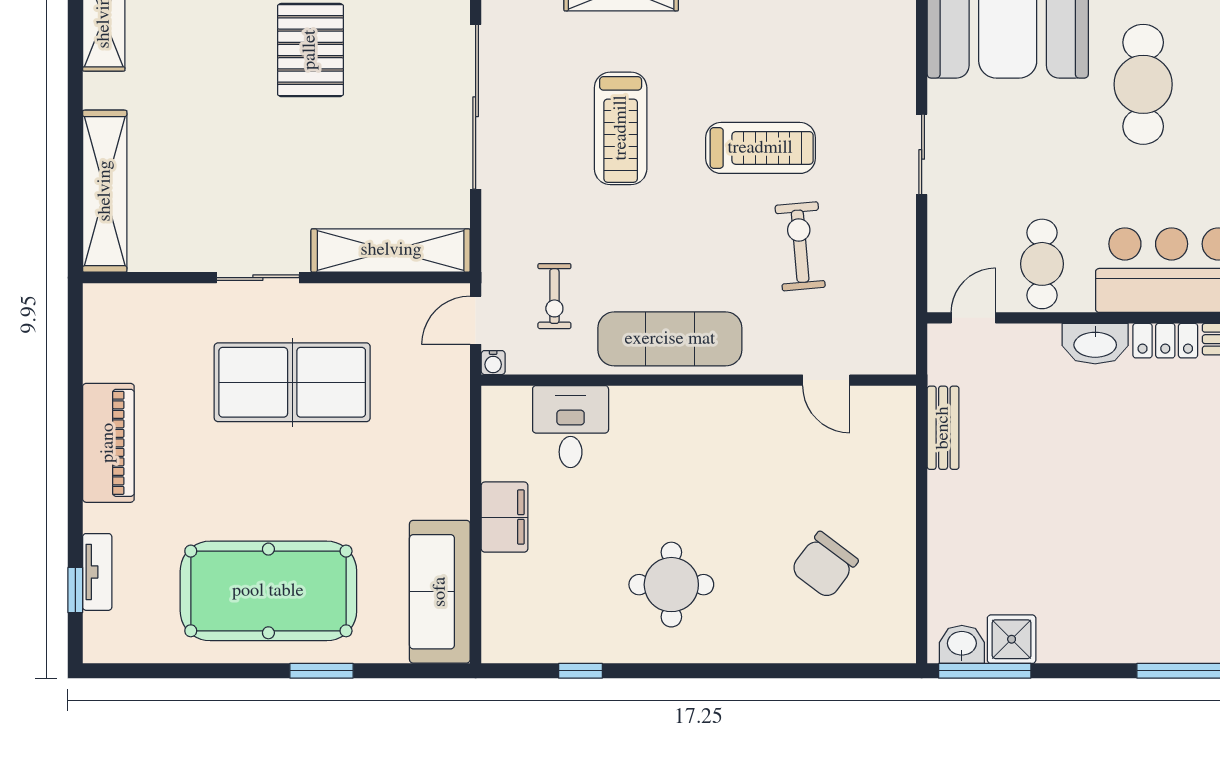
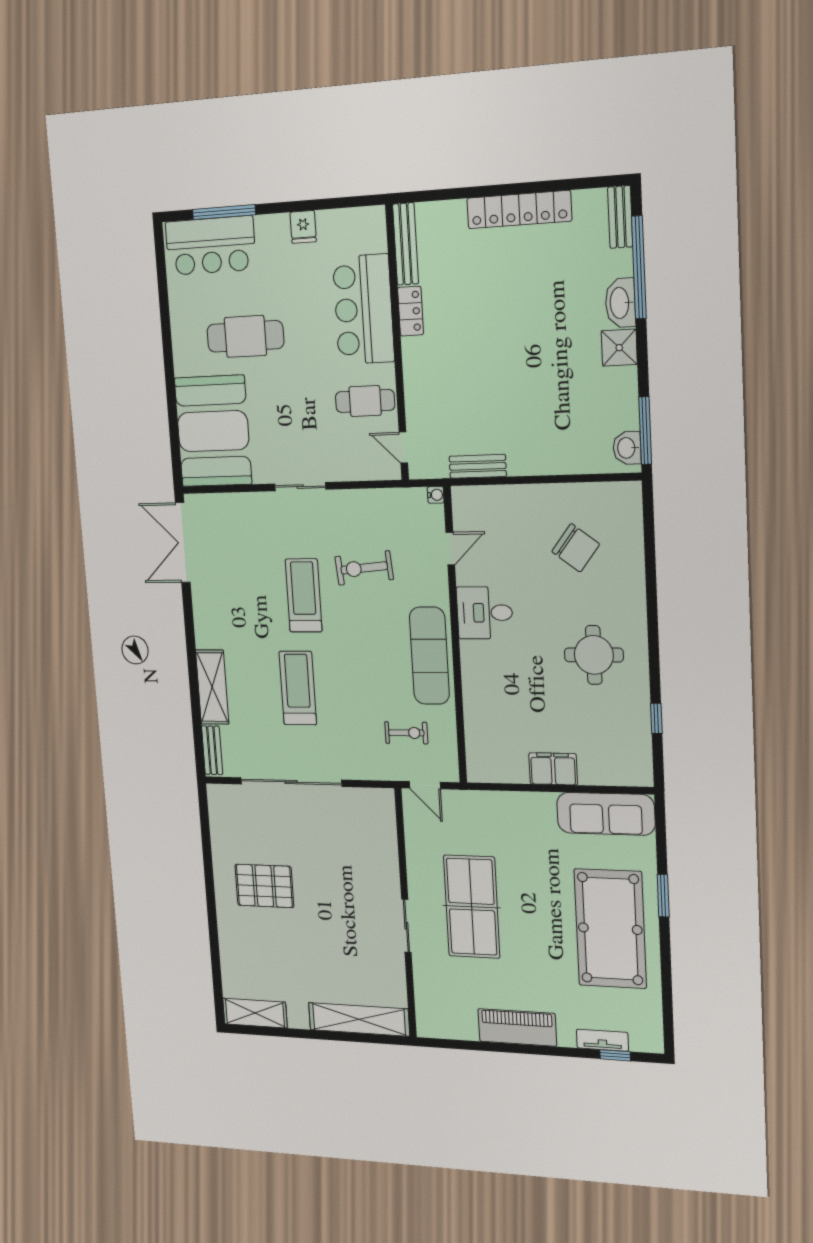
treadmill: (621, 128) -> (298, 688), turned -90
shelving: (391, 250) -> (384, 840), removed
washbasin: (1095, 344) -> (620, 303), moved, turned 180
water cooler: (493, 363) -> (436, 495), moved
desk: (571, 427) -> (485, 613), moved
shower: (1012, 639) -> (619, 348), moved

